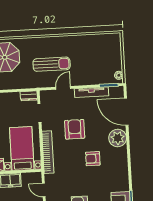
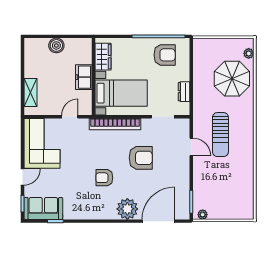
tv unit: (92, 92) -> (184, 181), removed
dresser: (29, 96) -> (184, 92), moved
armchair: (93, 159) -> (104, 178), turned -90

